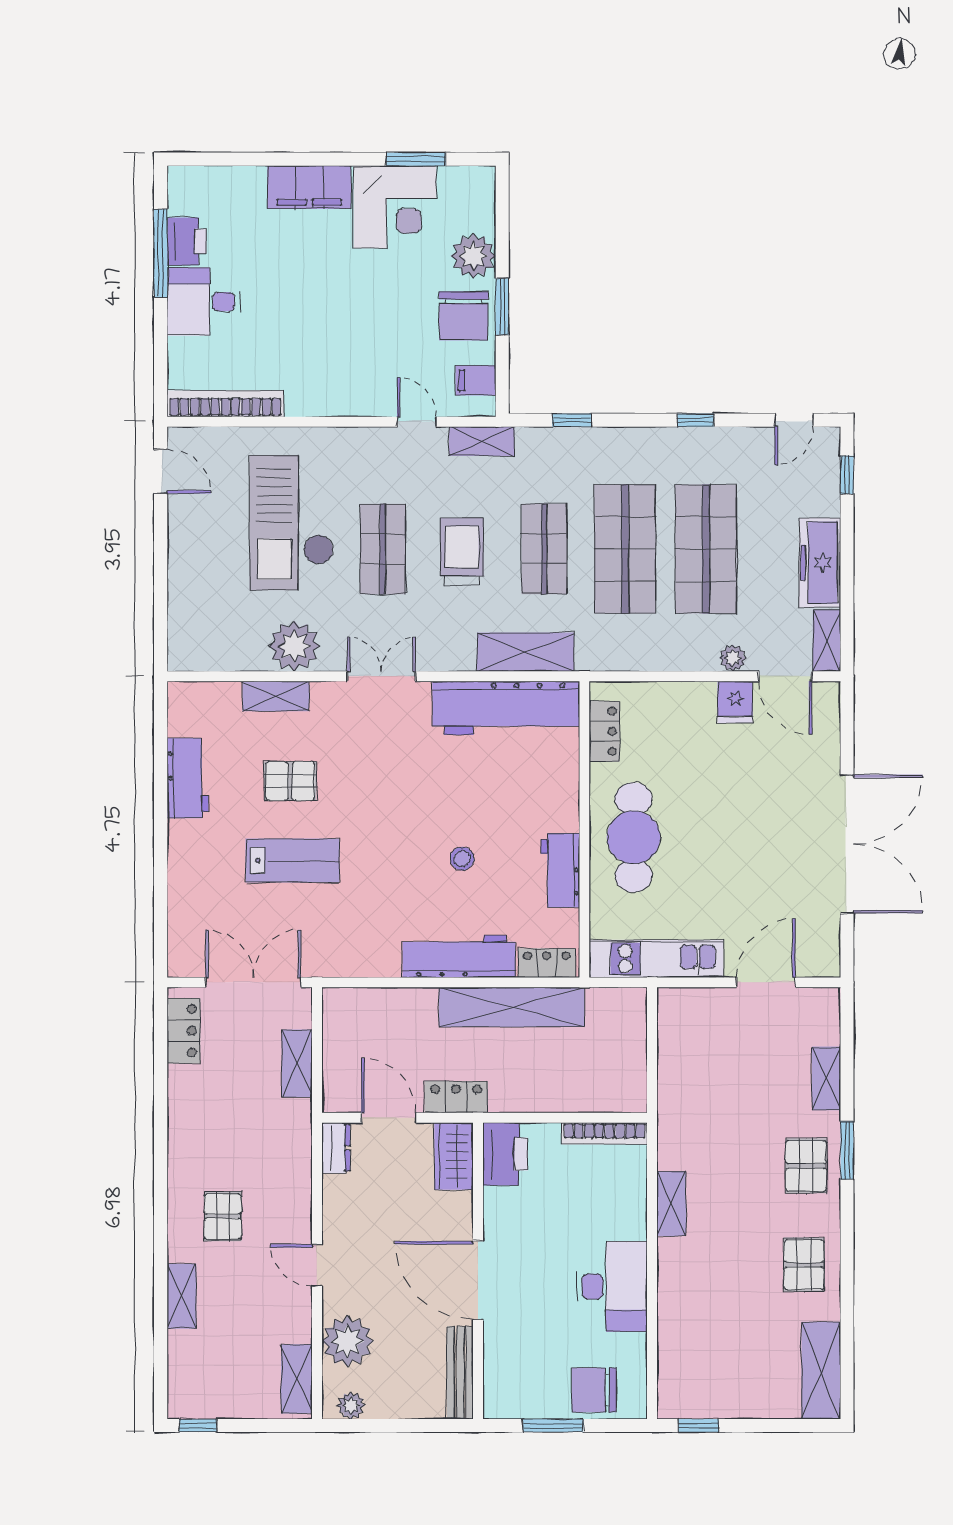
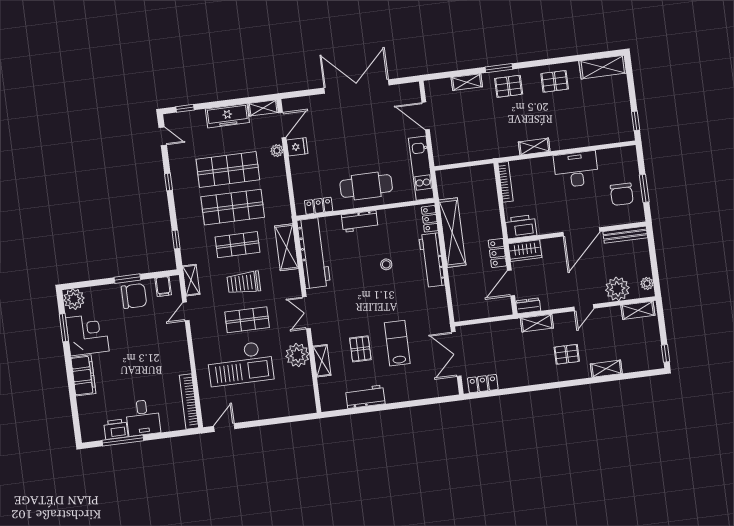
plant: (473, 256) -> (74, 299), moved
workbench: (560, 870) -> (360, 221), moved
shelving: (297, 1063) -> (537, 323), moved
chair: (594, 1390) -> (622, 194), moved

